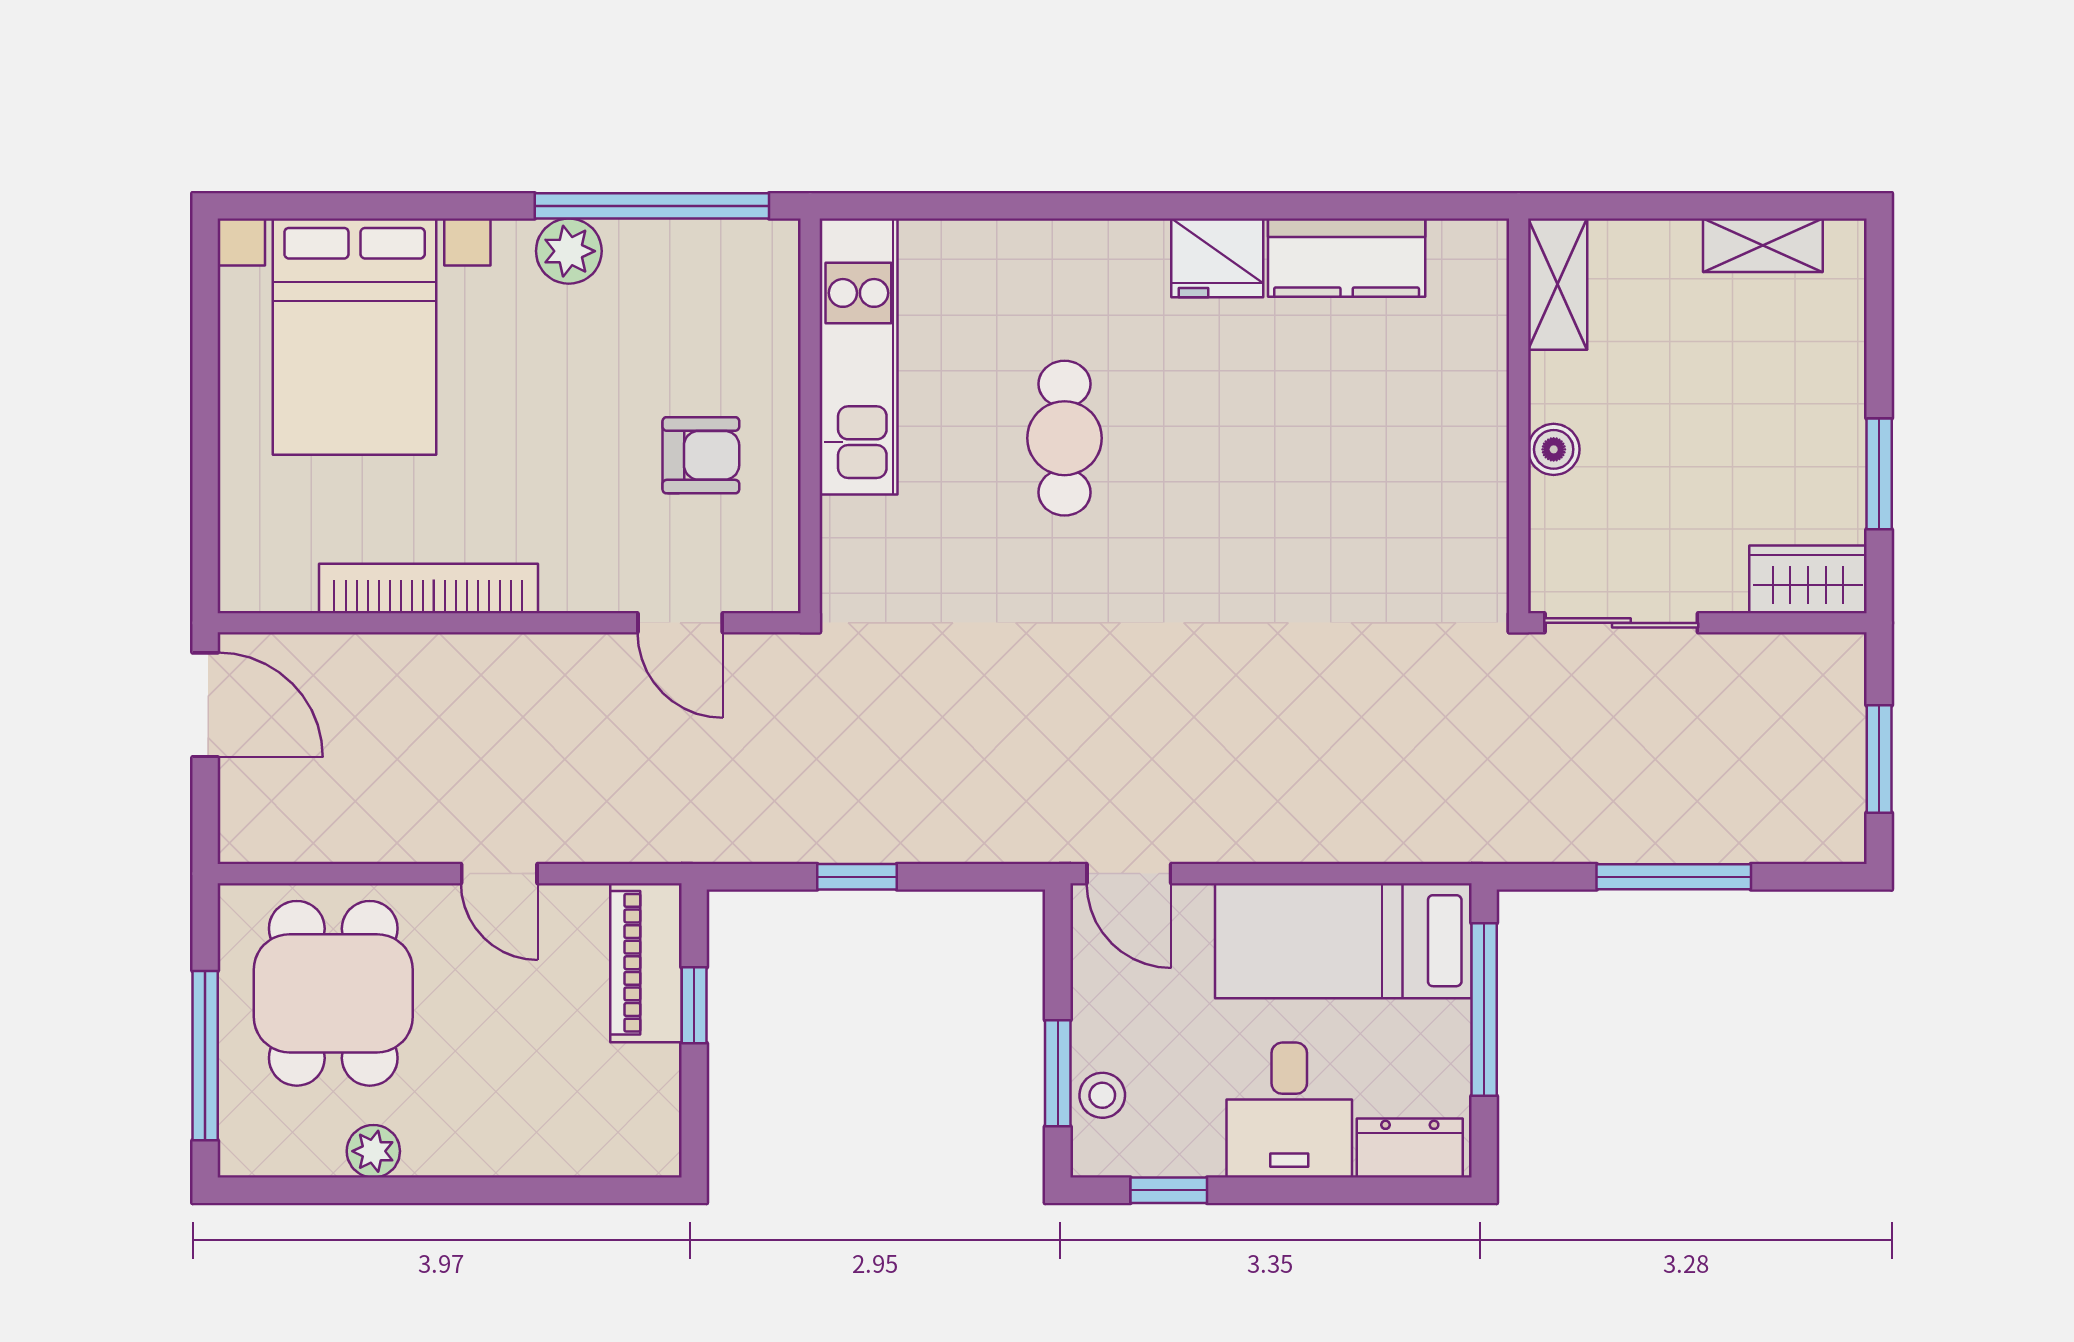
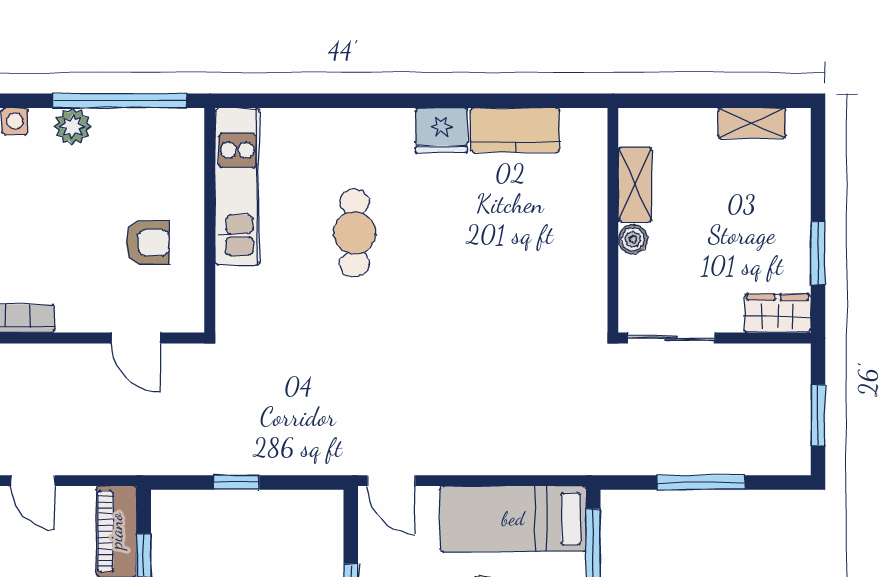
shelving: (1558, 284) -> (635, 184), moved

